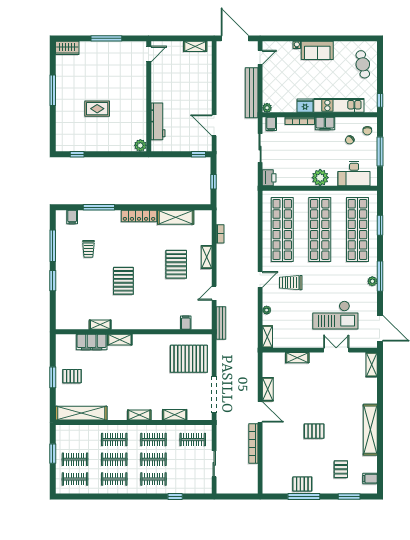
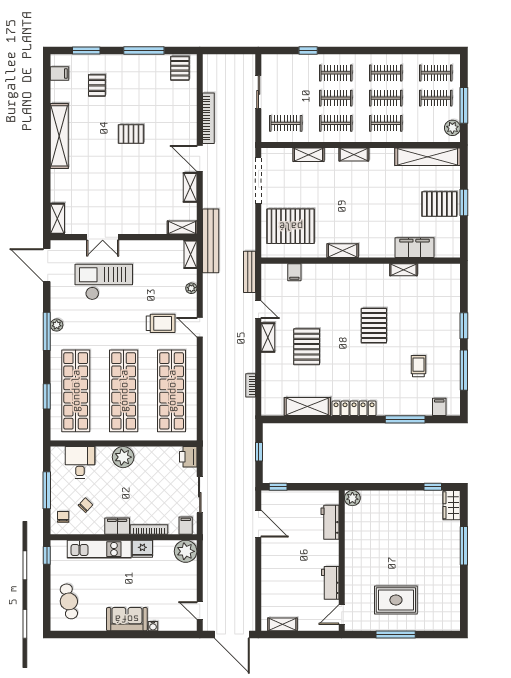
wardrobe: (67, 48) -> (452, 505), moved, turned -90
door: (260, 57) -> (200, 610), hinge flipped
workbench: (158, 79) -> (330, 583), added
window: (53, 90) -> (464, 546), moved
bench: (252, 93) -> (211, 241), moved
plant: (267, 108) -> (186, 551), width x1.88, depth x1.88
rug: (97, 109) -> (396, 600), moved, width x1.36, depth x1.43
workbench: (158, 121) -> (330, 522), width x0.73
desk: (354, 173) -> (80, 462), width x0.73
shelving: (207, 257) -> (268, 338), moved
door: (260, 279) -> (200, 327), hinge flipped
door: (214, 293) -> (258, 310), hinge flipped
shelving: (120, 340) -> (343, 251), moved
shelving: (297, 358) -> (182, 228), moved
pallet: (72, 376) -> (439, 204), width x1.50, depth x1.42
plant: (62, 436) -> (452, 128), added
window: (53, 454) -> (464, 105), width x1.44
pallet: (302, 484) -> (180, 68), moved, turned 90

